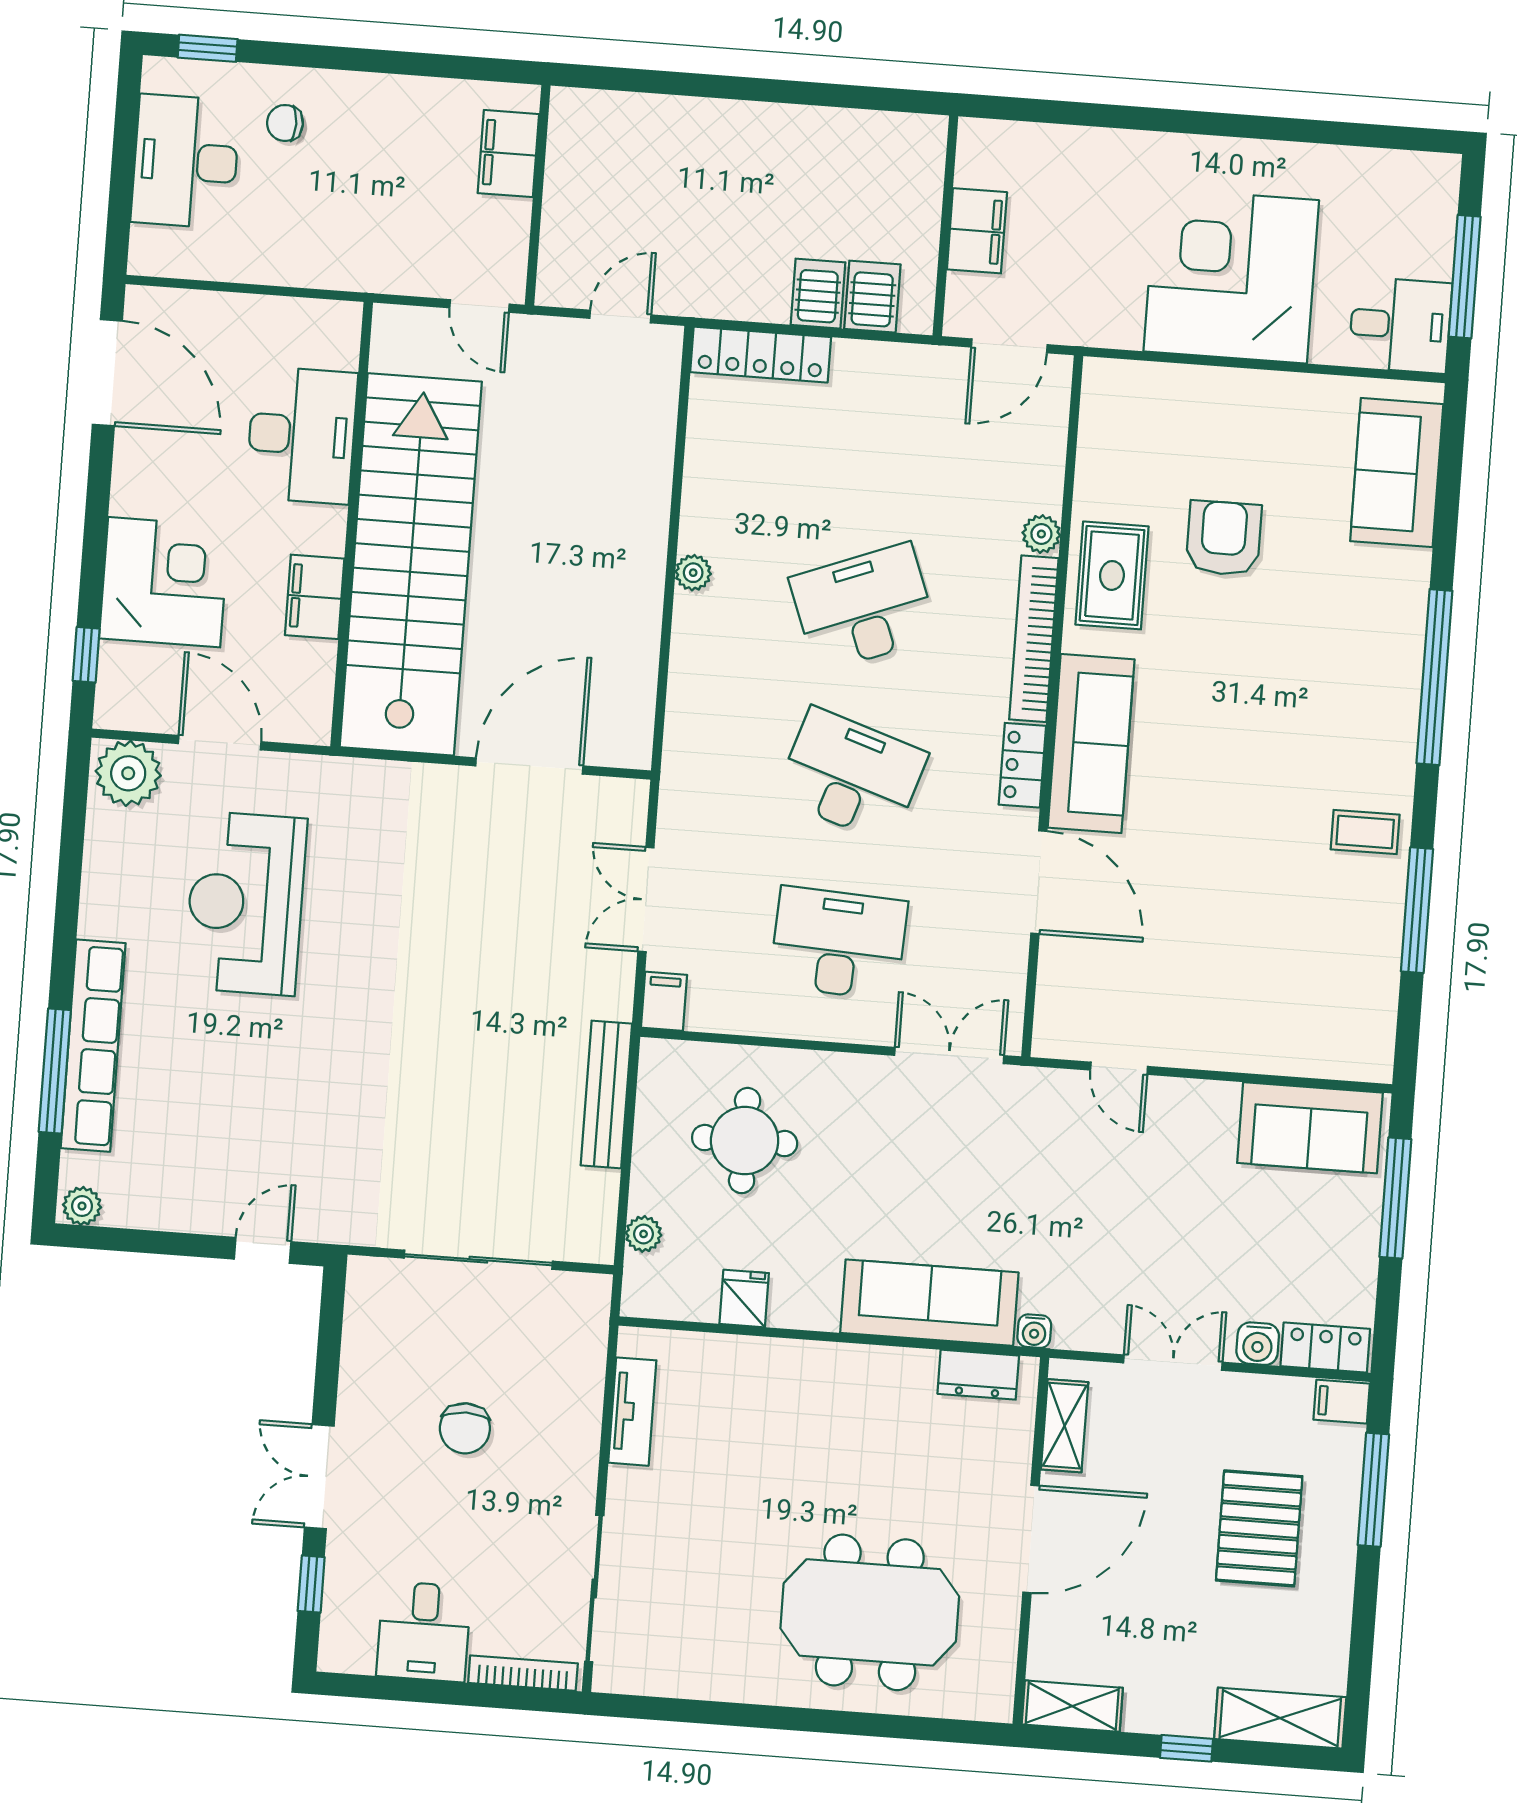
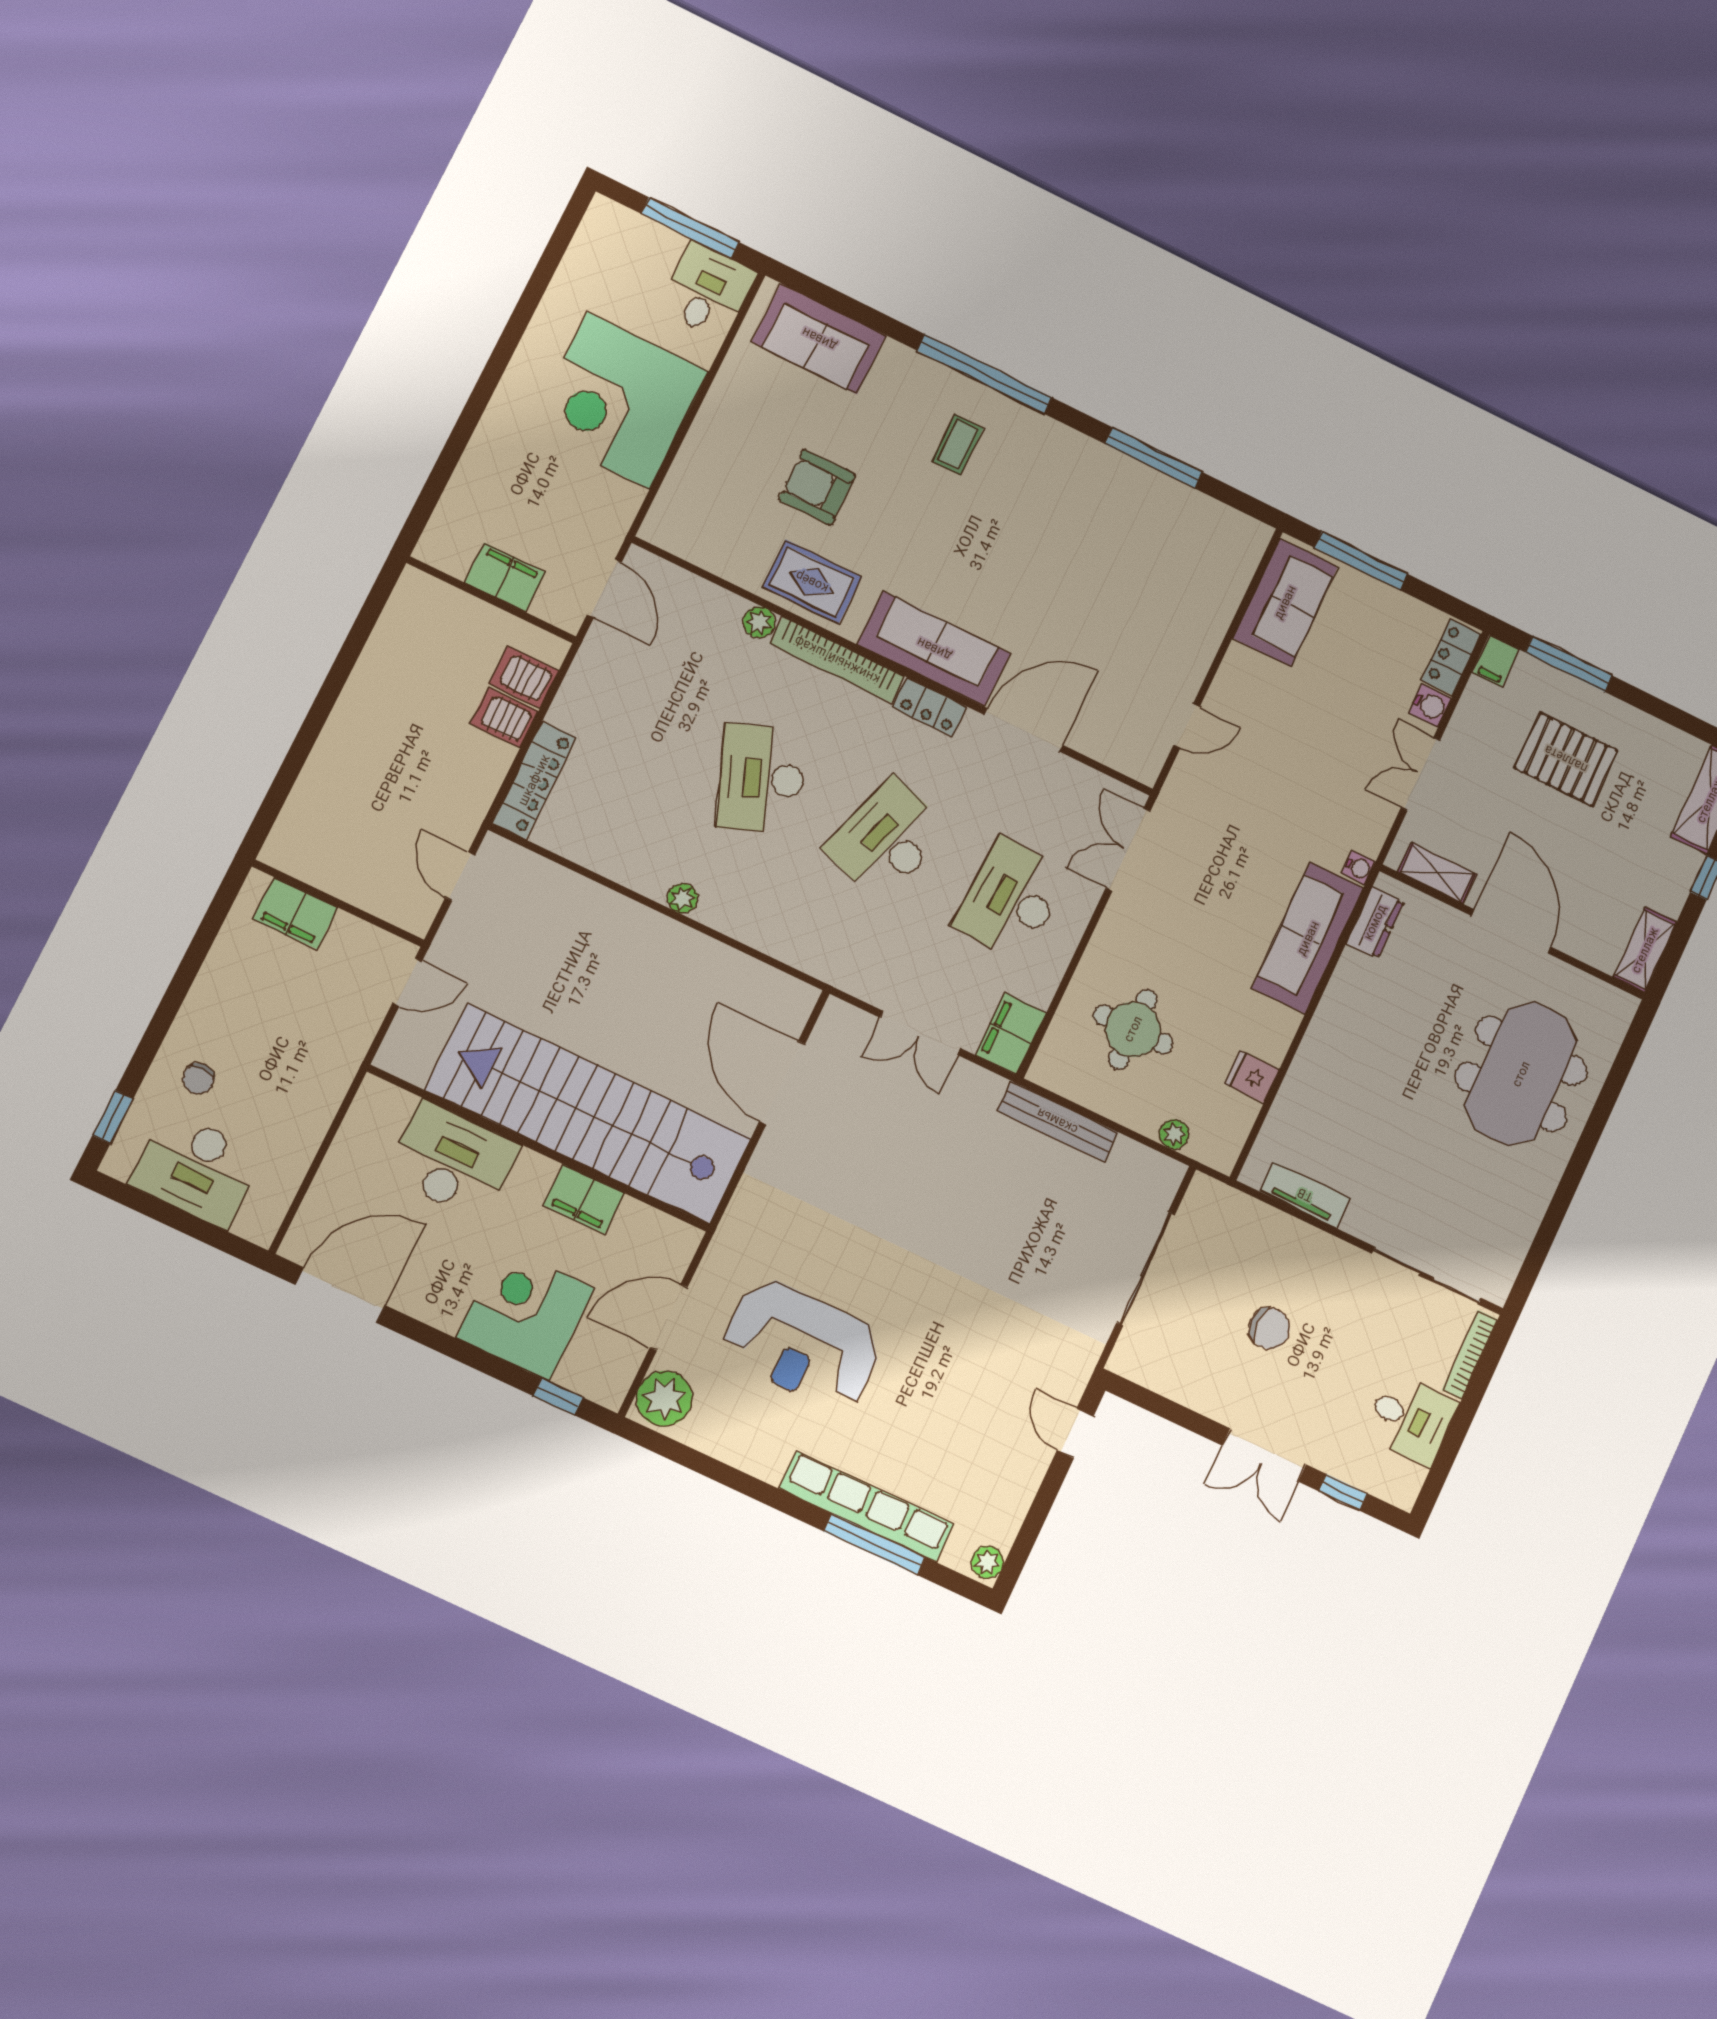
coffee table: (1365, 832) -> (957, 445), moved
filing cabinet: (664, 1001) -> (1011, 1034), width x2.00

